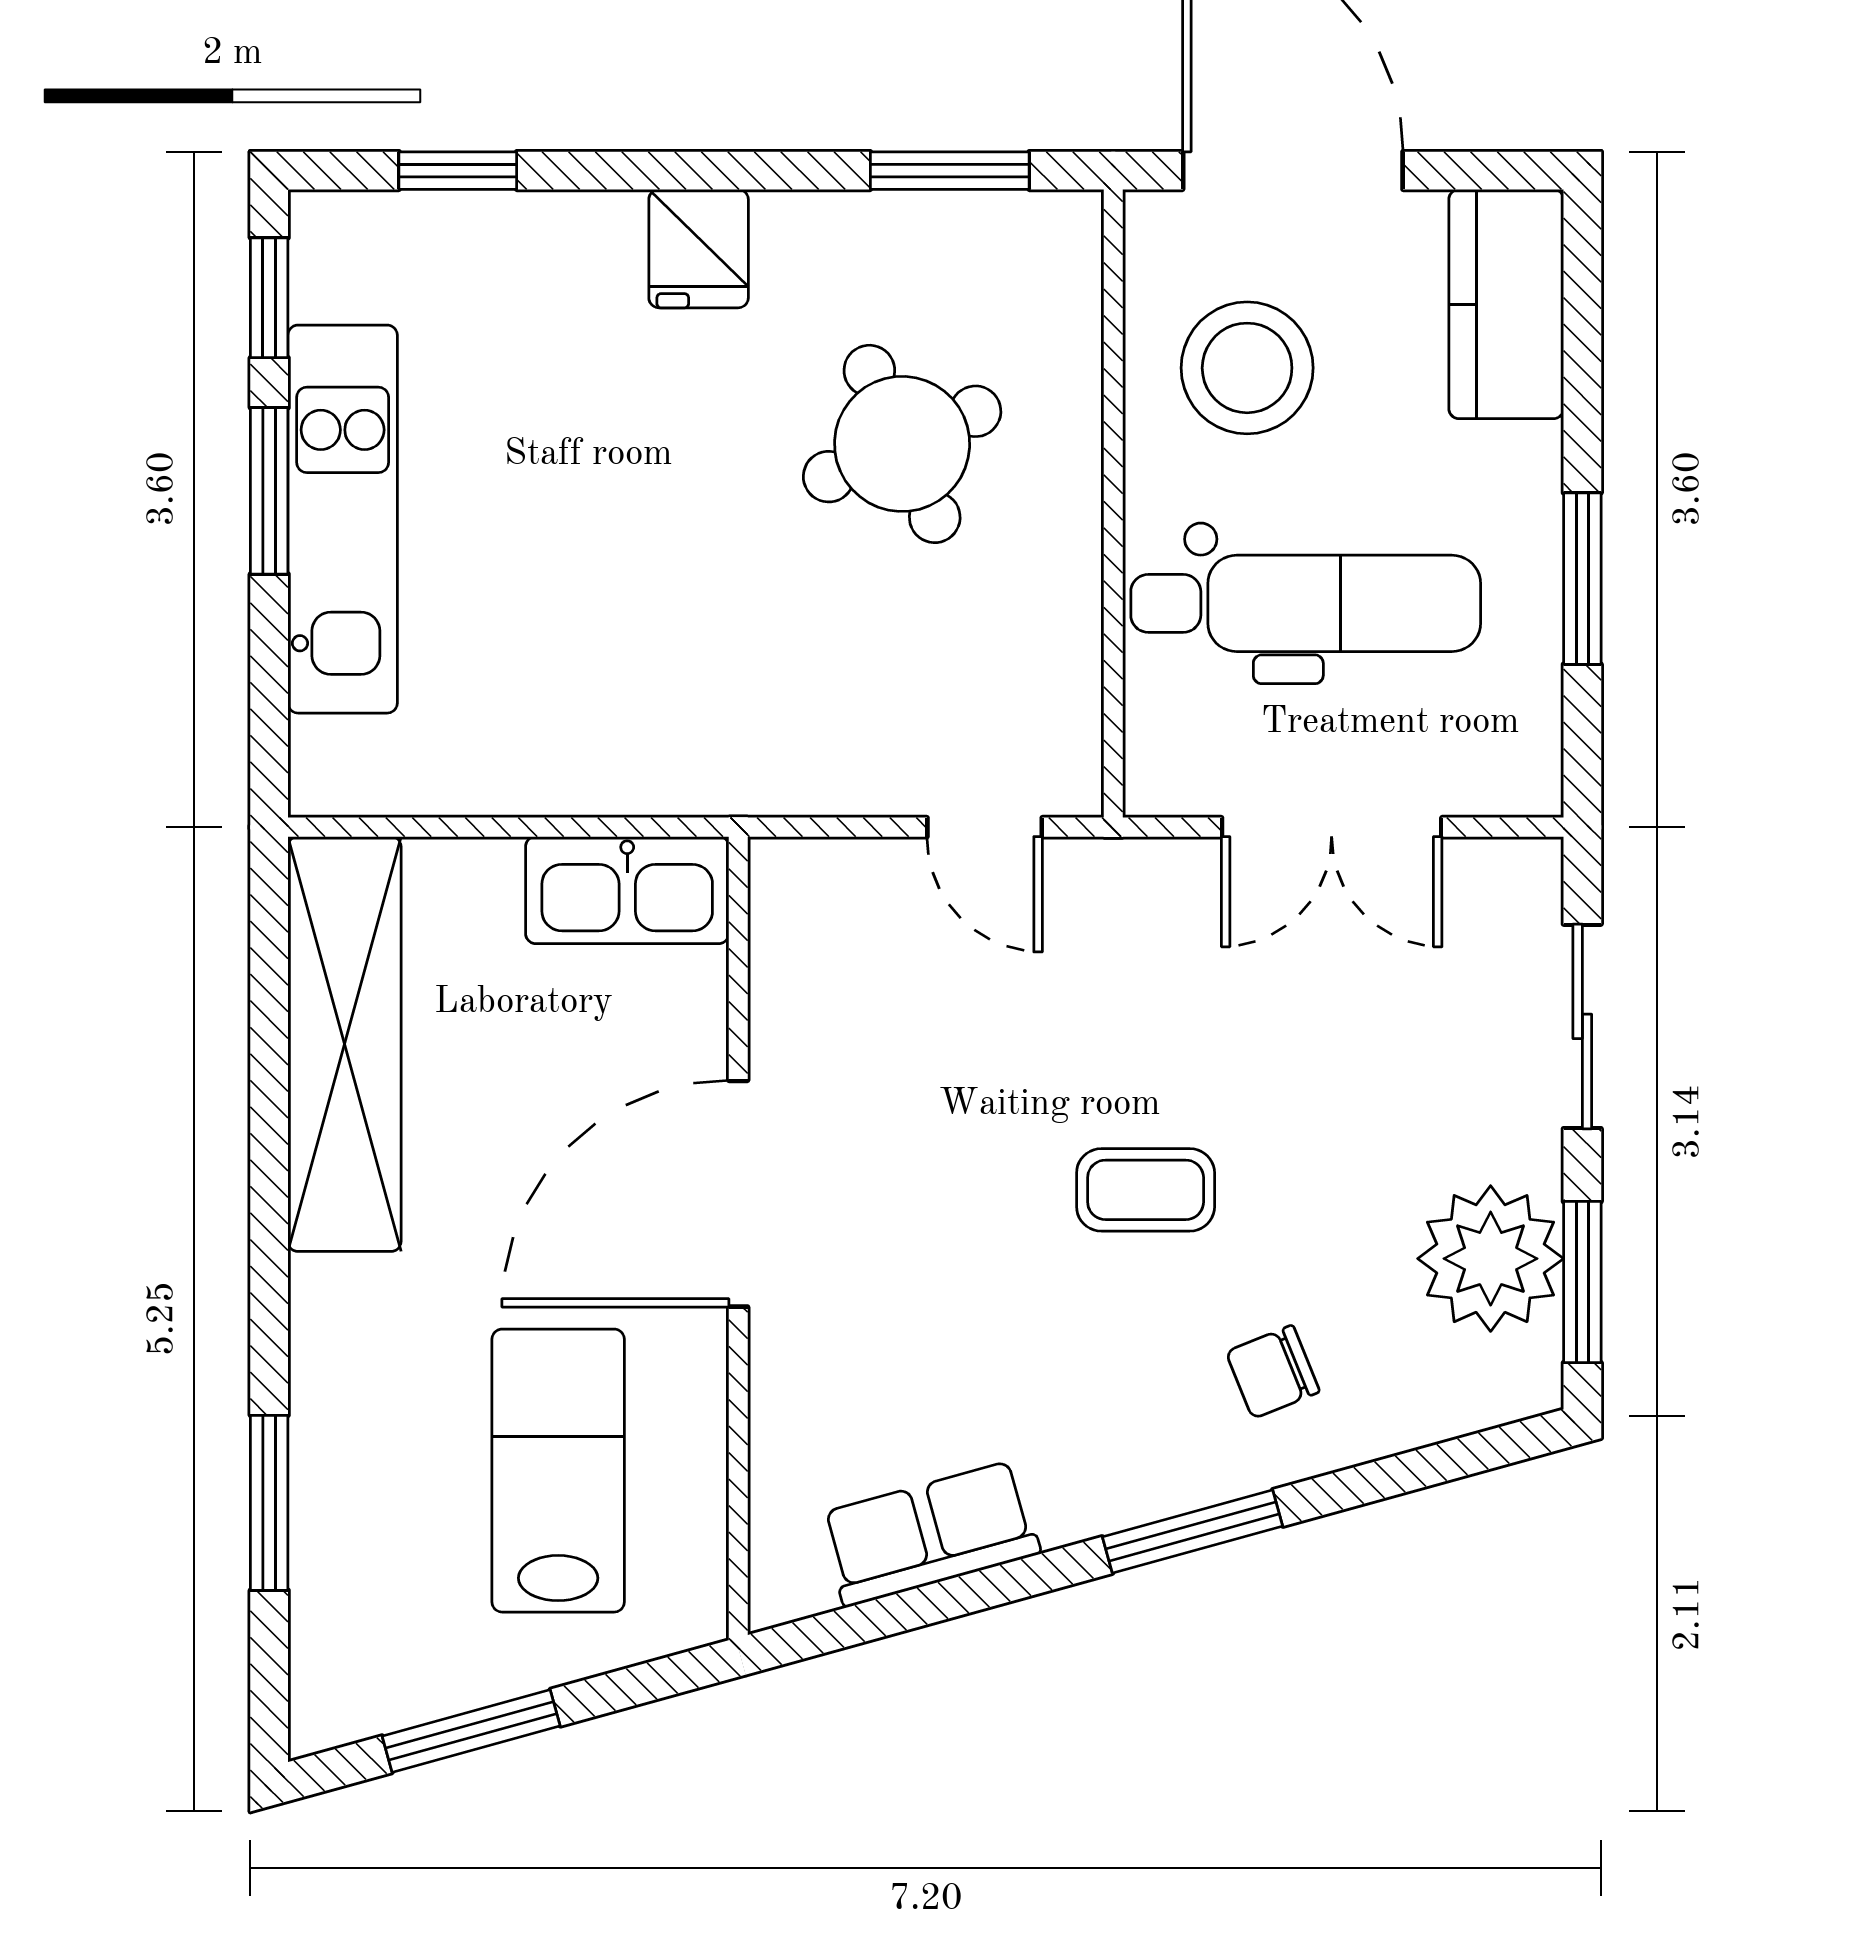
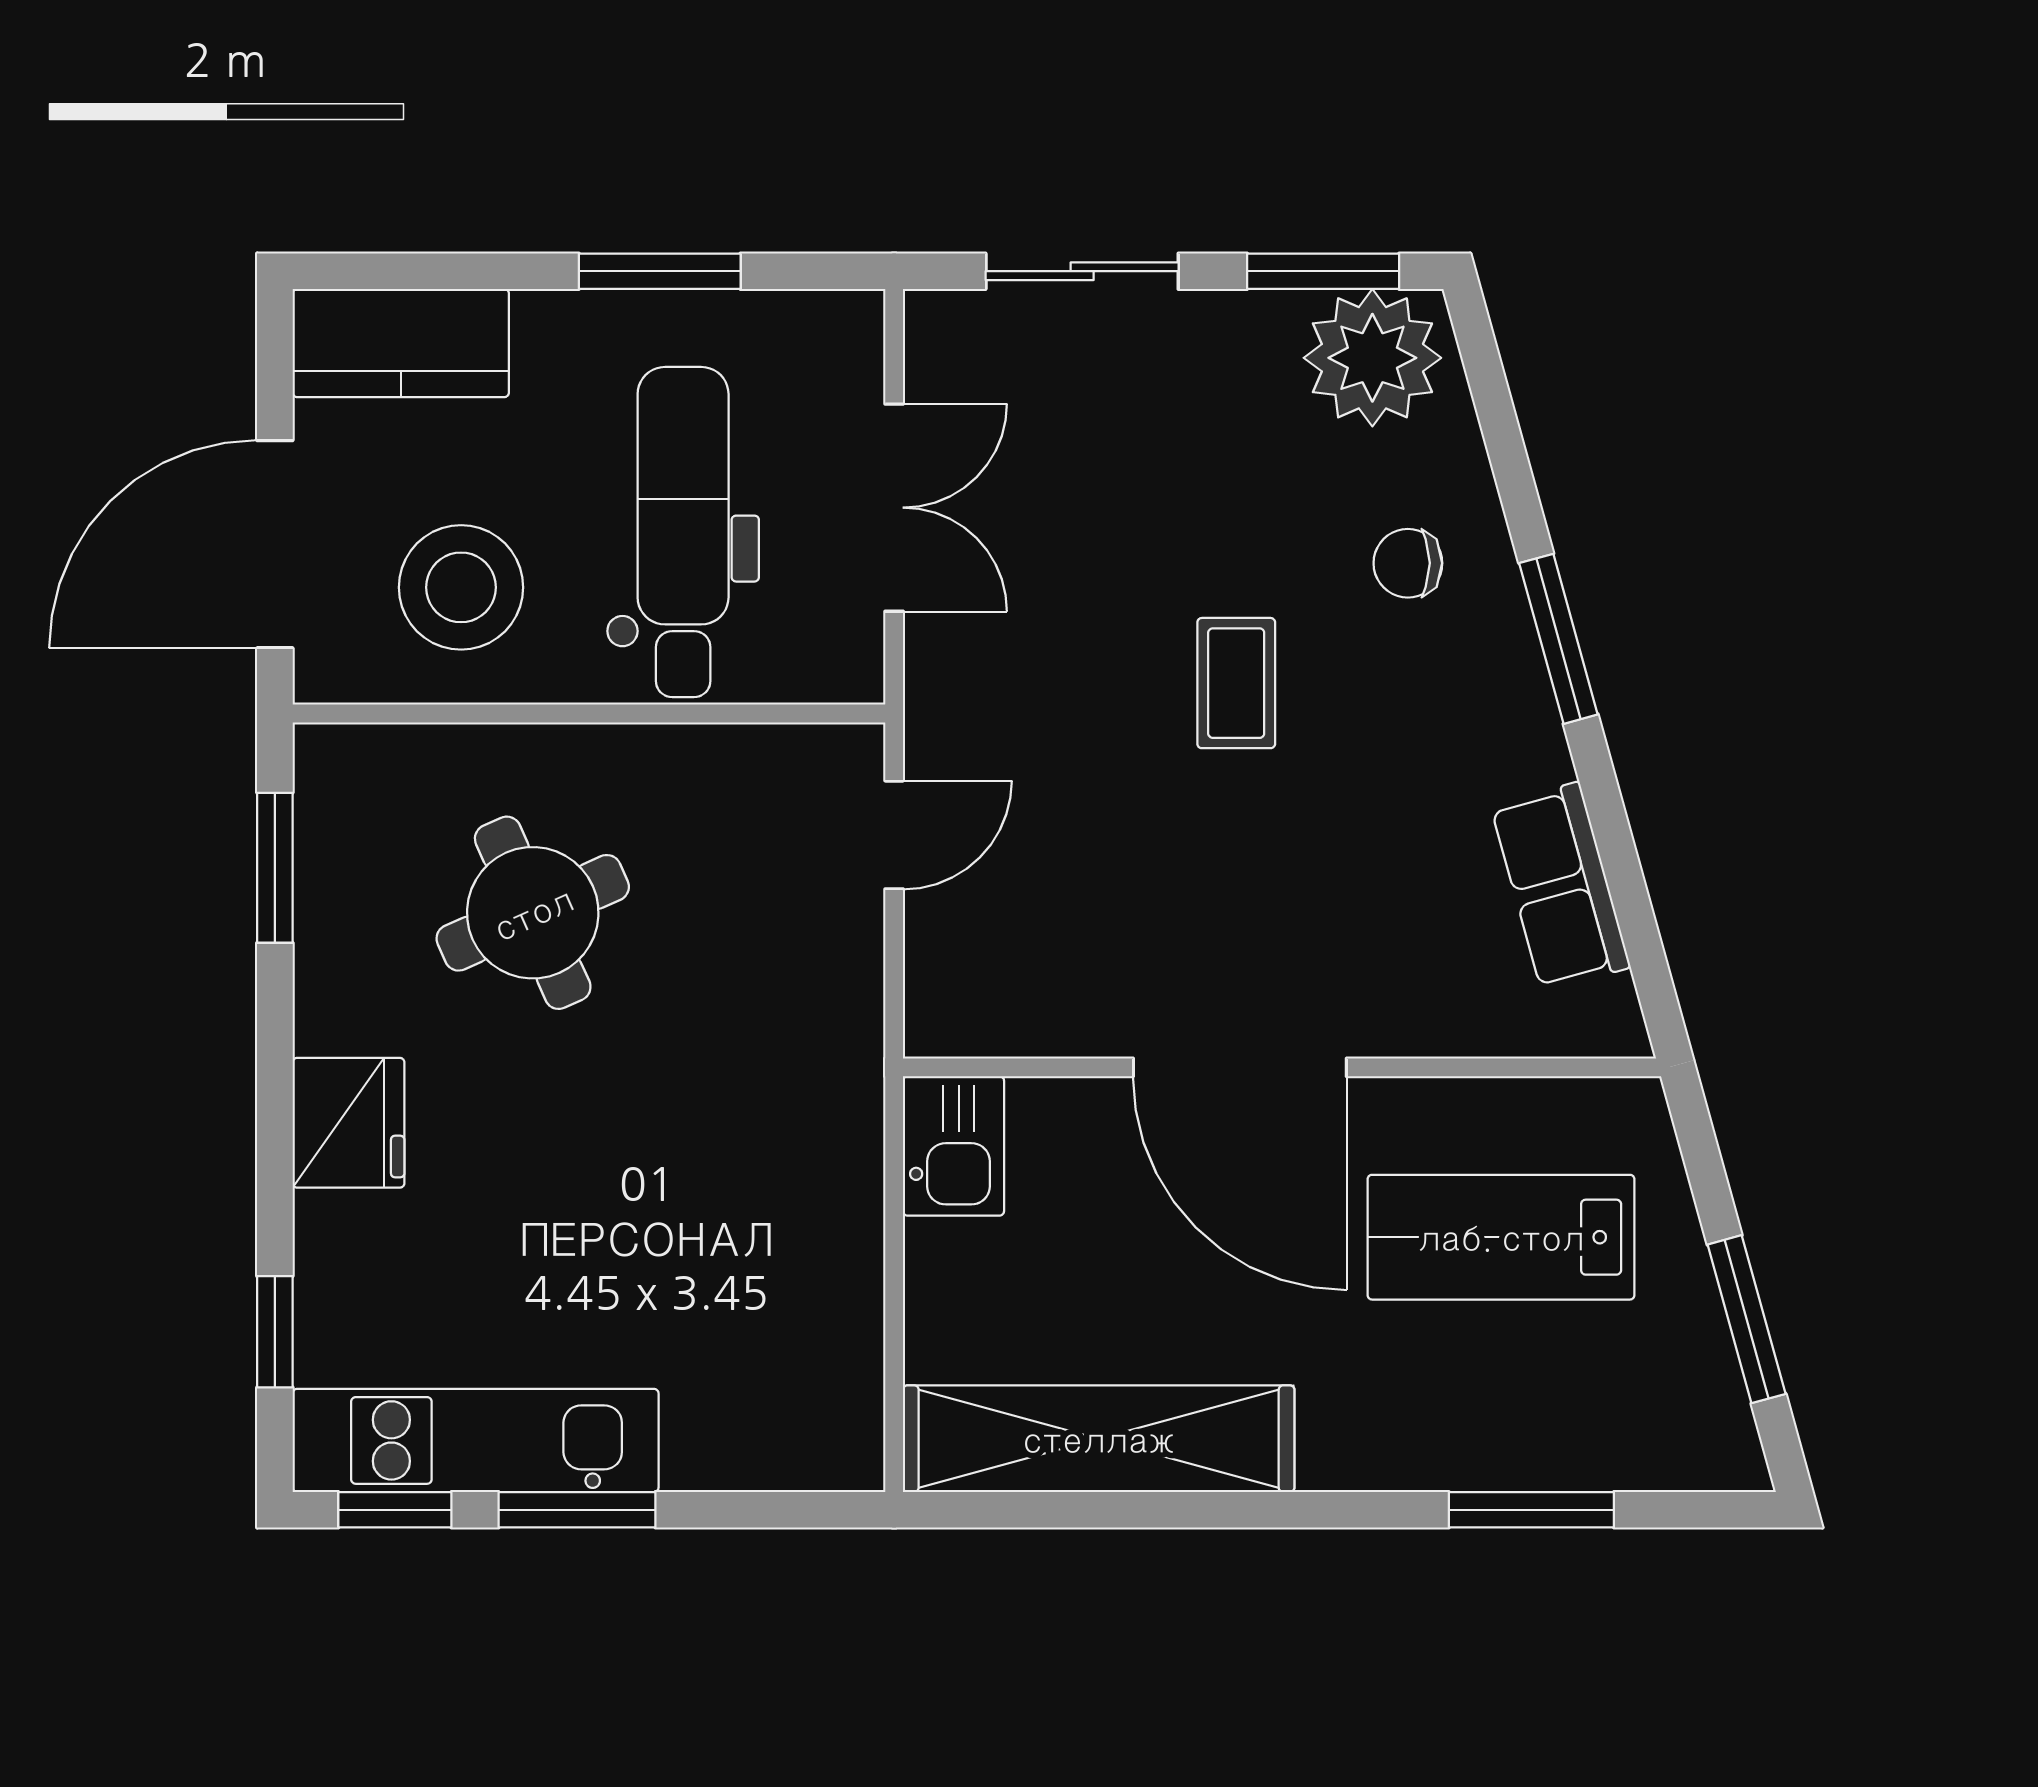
fridge: (699, 249) -> (348, 1123), width x1.38
kitchen unit: (343, 519) -> (476, 1440), moved
kitchen sink: (627, 890) -> (954, 1146), width x0.73
plant: (1491, 1259) -> (1372, 358), moved
chair: (1273, 1372) -> (1408, 563), turned 112

